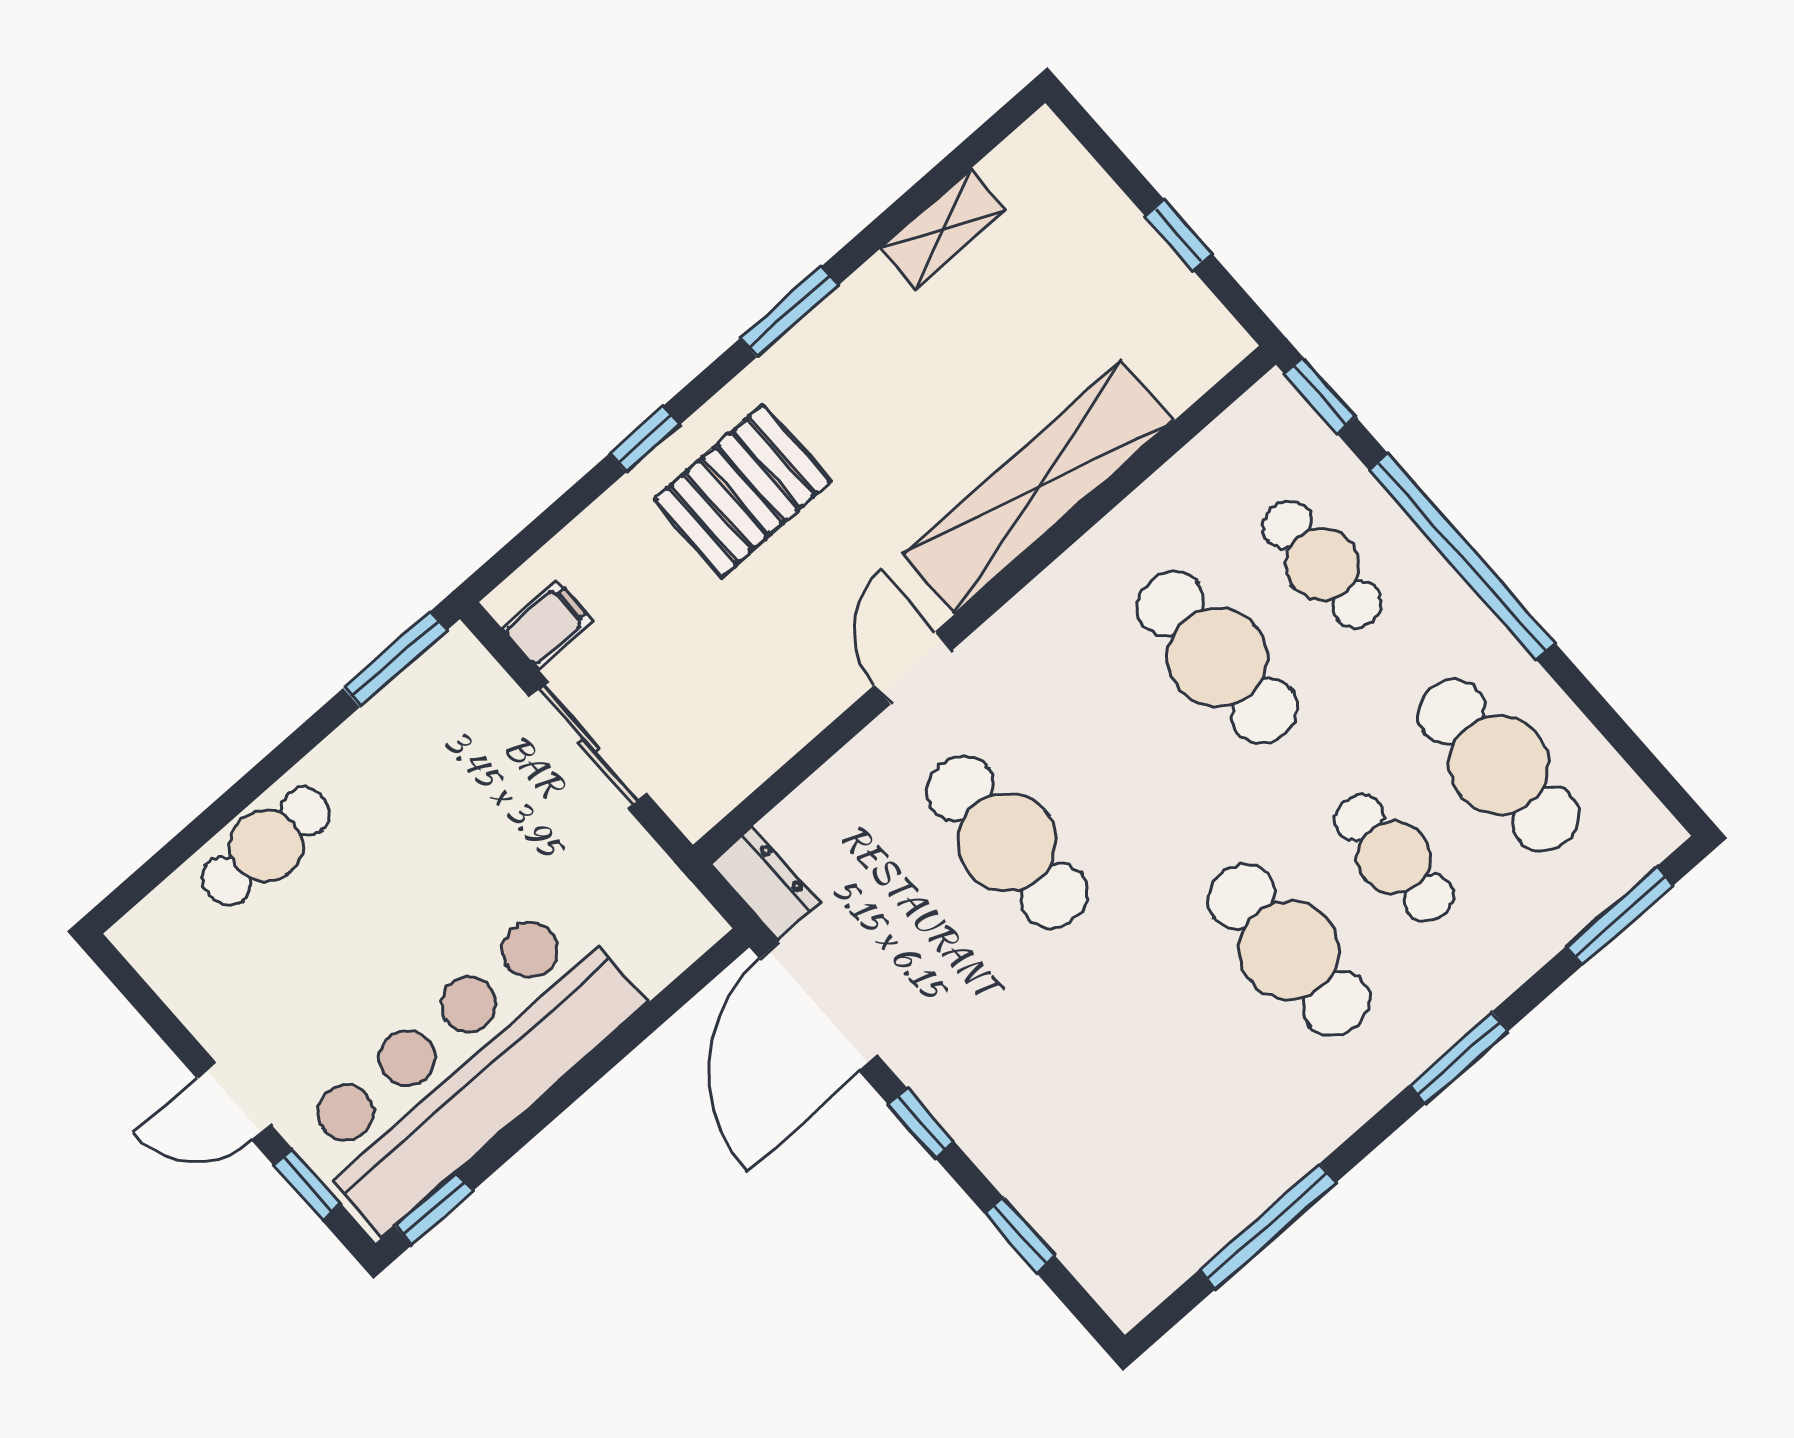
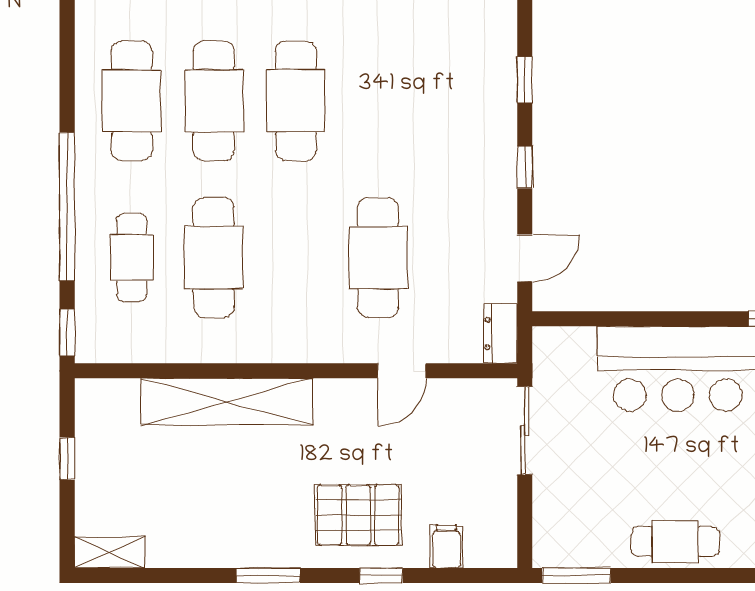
shelving: (943, 229) -> (109, 552), moved
filing cabinet: (548, 624) -> (446, 546), moved, turned 90
door: (913, 668) -> (402, 371), moved
sliding door: (588, 745) -> (525, 430), moved
cafe table: (266, 846) -> (675, 541), moved
cafe table: (1394, 857) -> (214, 101), width x1.37, depth x1.35
door: (819, 1007) -> (525, 258), width x0.53

